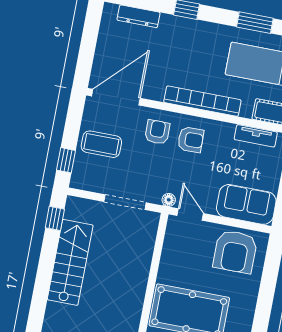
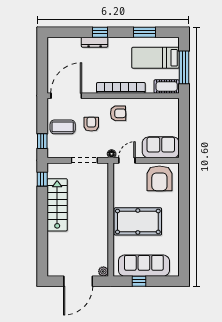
dresser: (139, 16) -> (95, 42), moved
armchair: (157, 132) -> (91, 124), moved
tv unit: (256, 136) -> (158, 103), removed
door: (190, 215) -> (127, 160), hinge flipped

